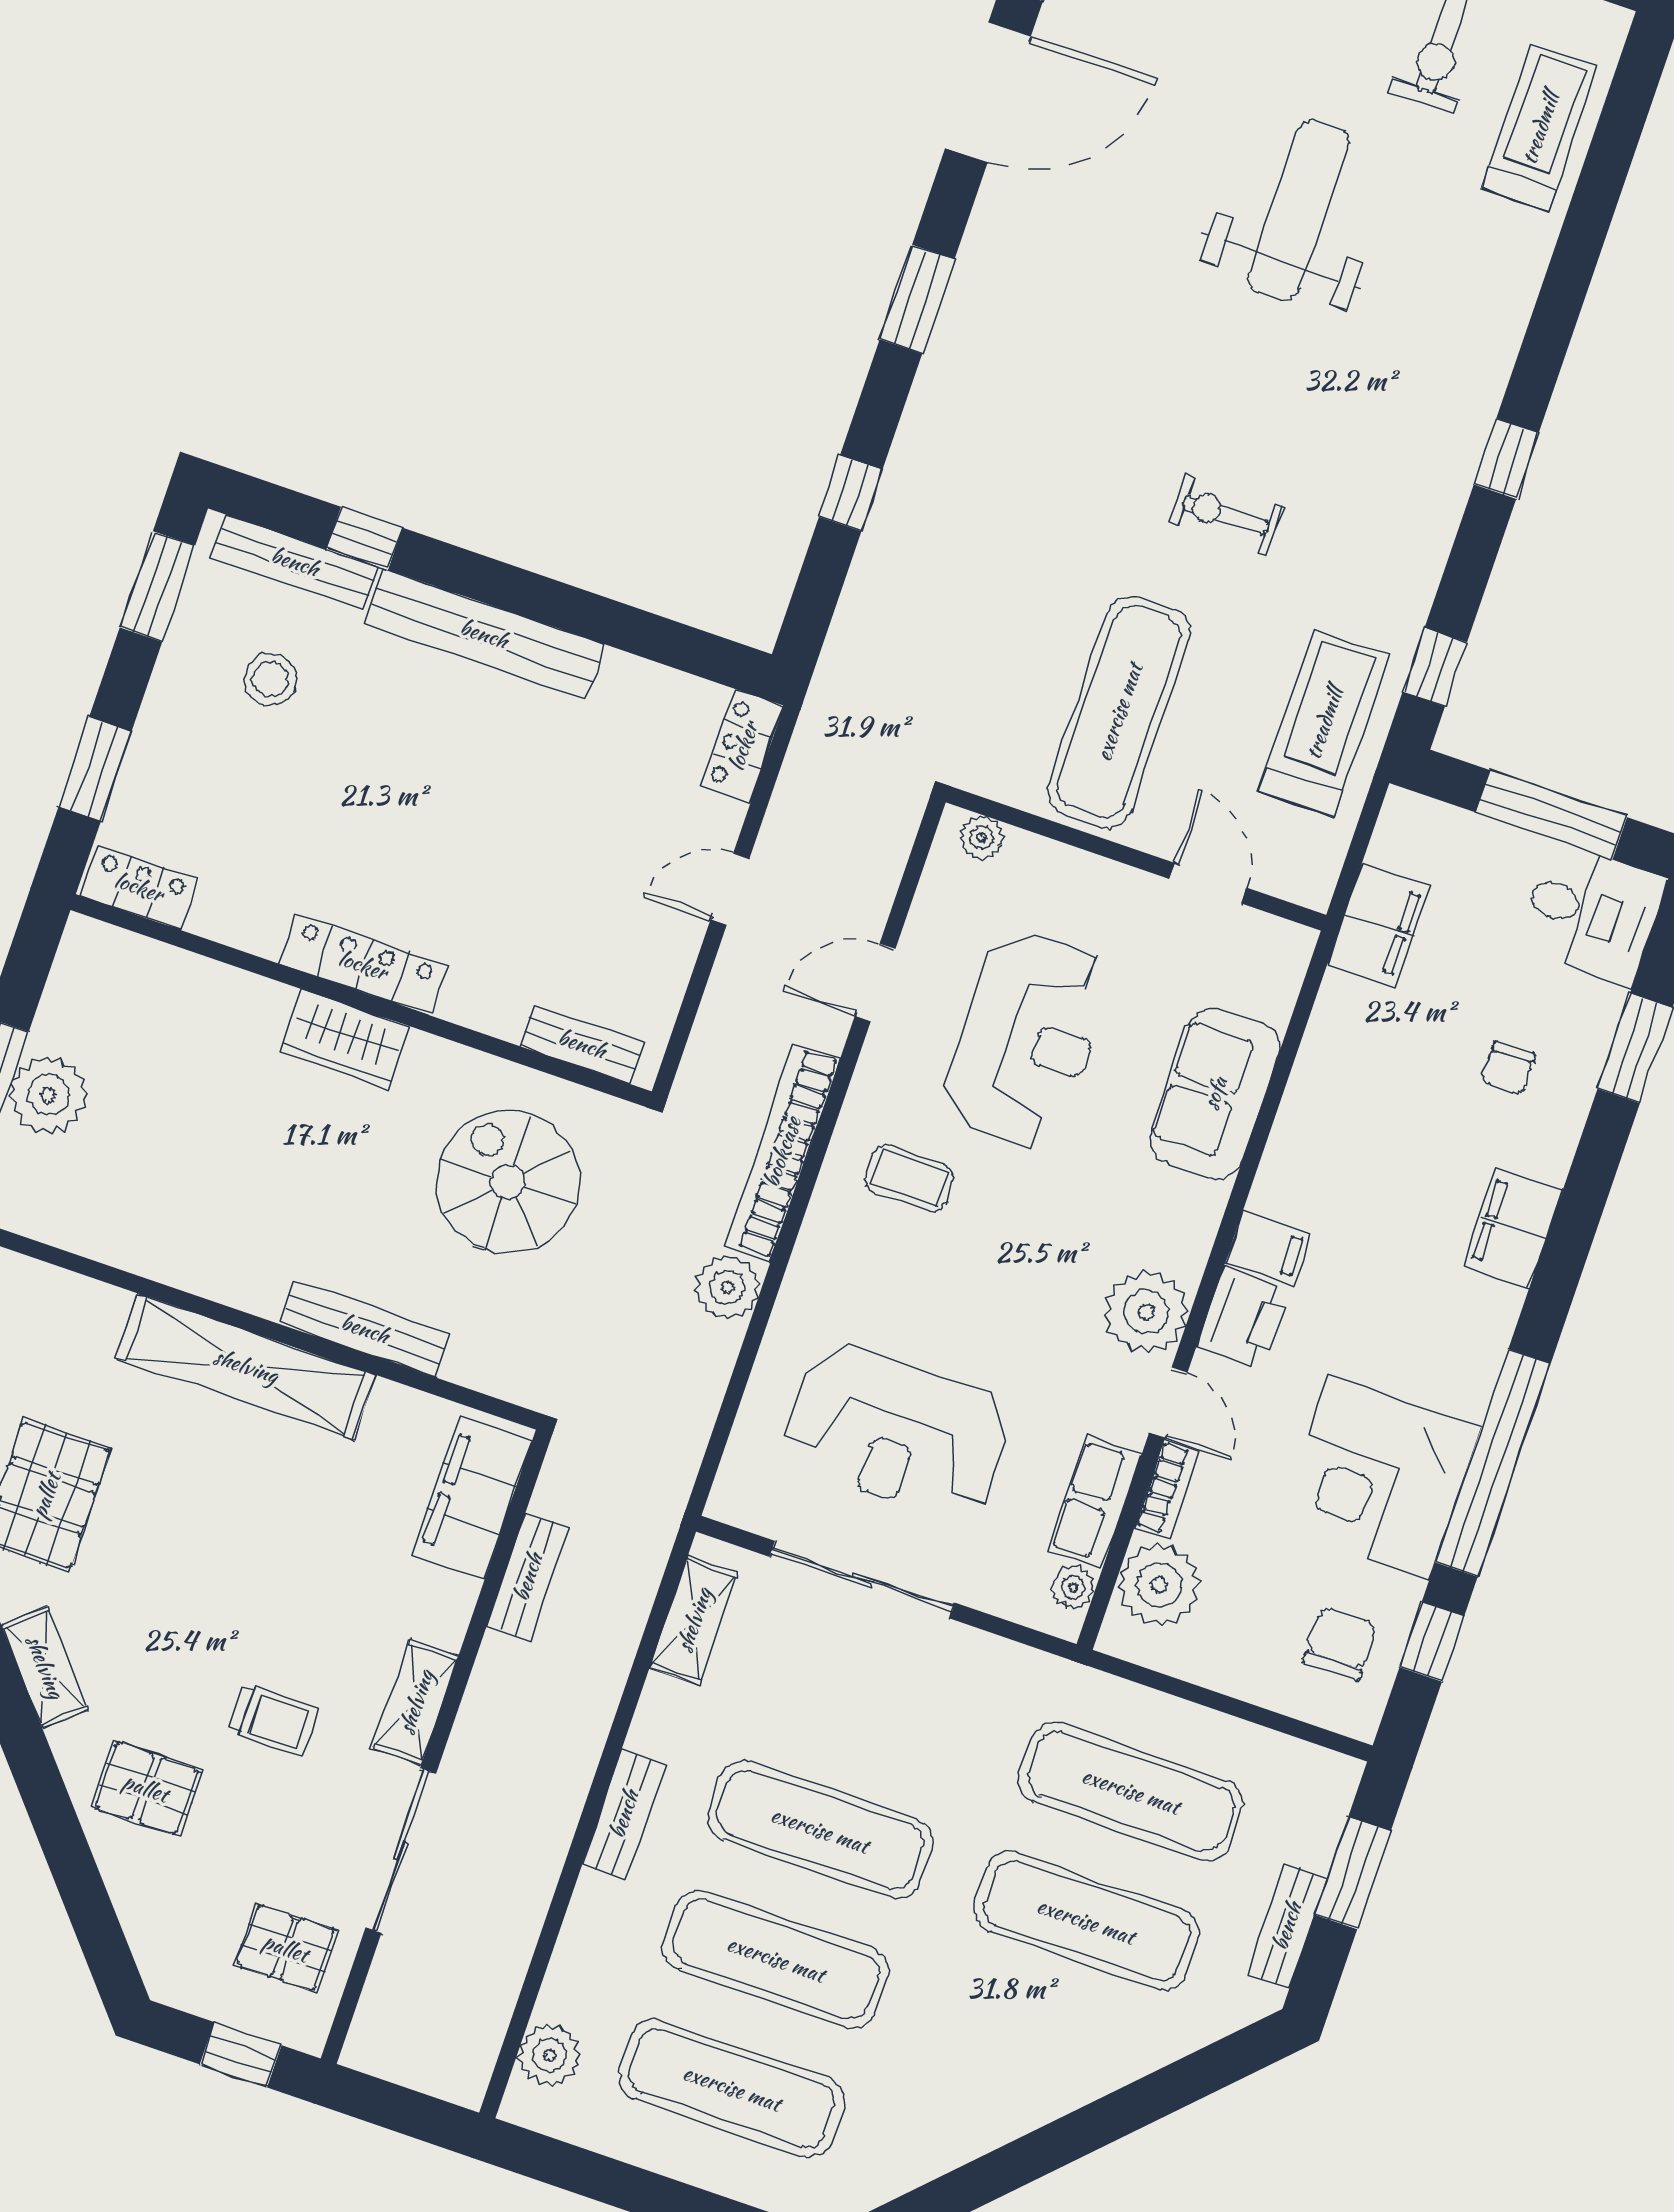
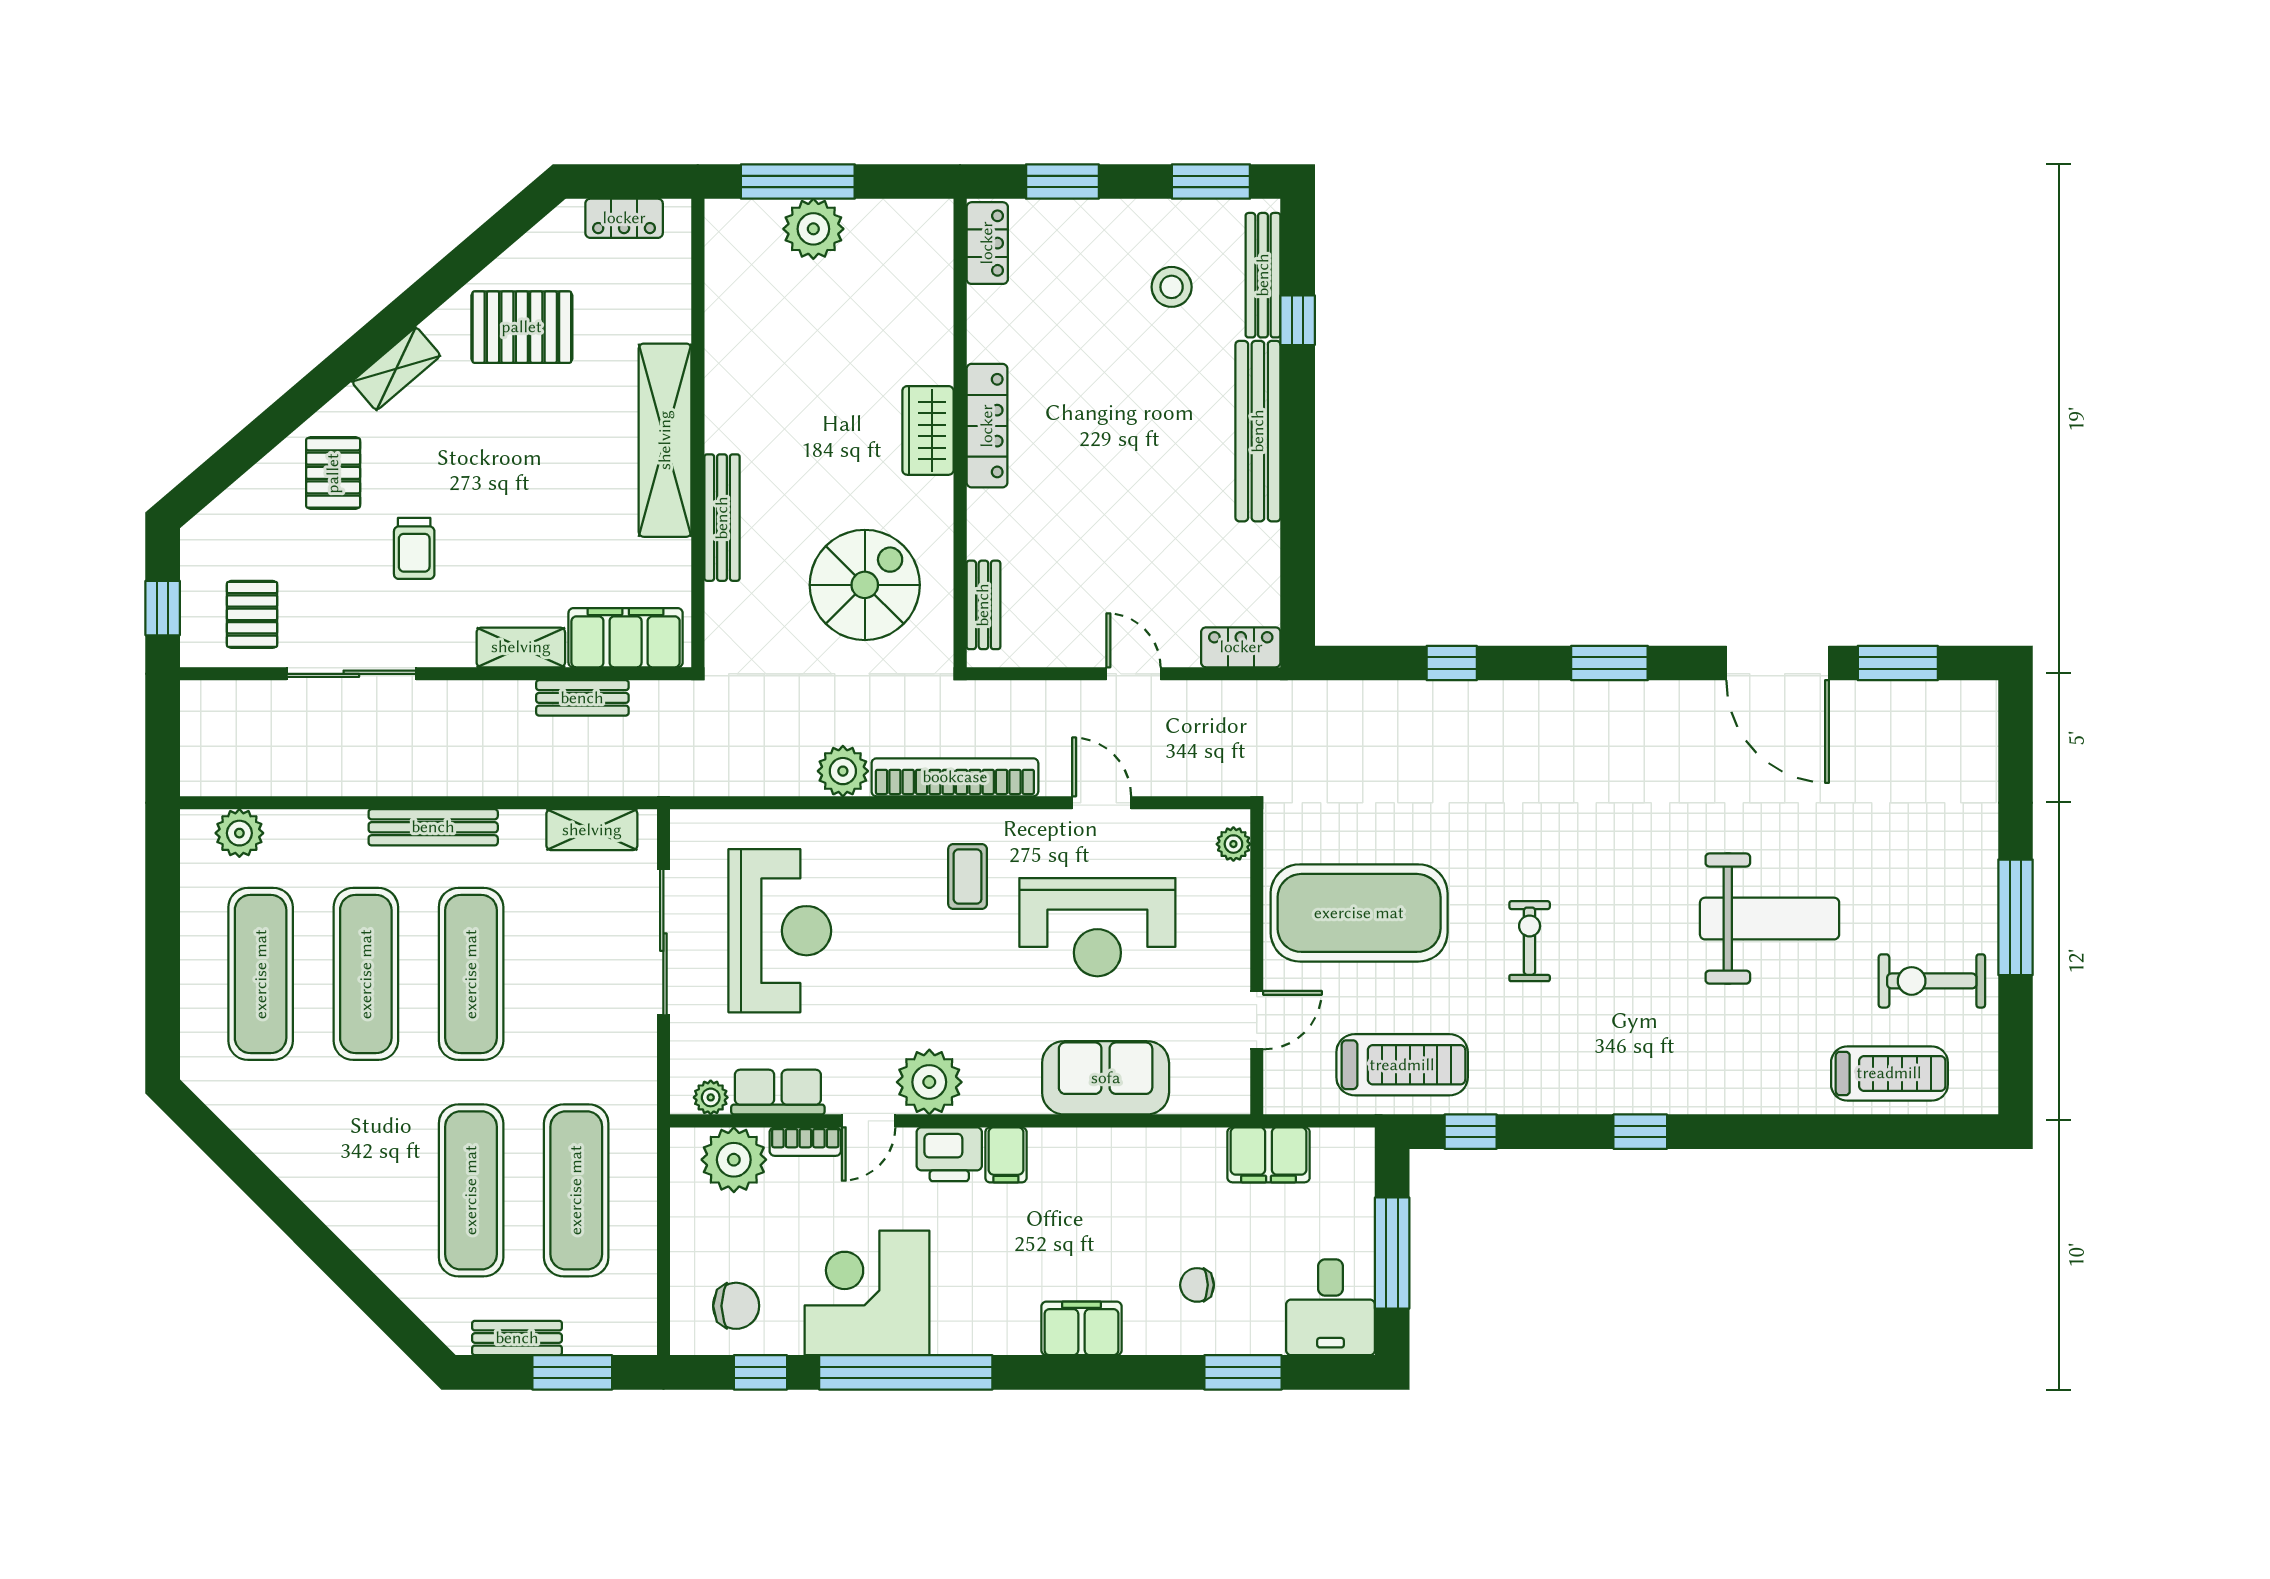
exercise mat: (1119, 712) -> (1359, 913), width x1.47
reception desk: (897, 1432) -> (780, 931), turned 180
shelving: (416, 1702) -> (521, 647), moved
bench: (624, 1814) -> (433, 827), width x1.36

